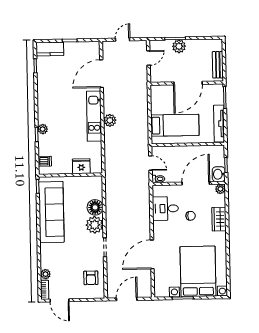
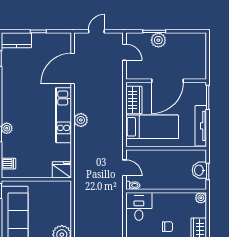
door: (148, 58) -> (125, 52), hinge flipped
bench: (218, 65) -> (201, 61), removed
wardrobe: (158, 101) -> (134, 100), added
fridge: (81, 166) -> (62, 170), moved
washbasin: (219, 174) -> (199, 170), moved
door: (196, 183) -> (174, 191), removed
floor lamp: (95, 207) -> (63, 215), removed
desk: (165, 209) -> (139, 206), moved, turned 90

